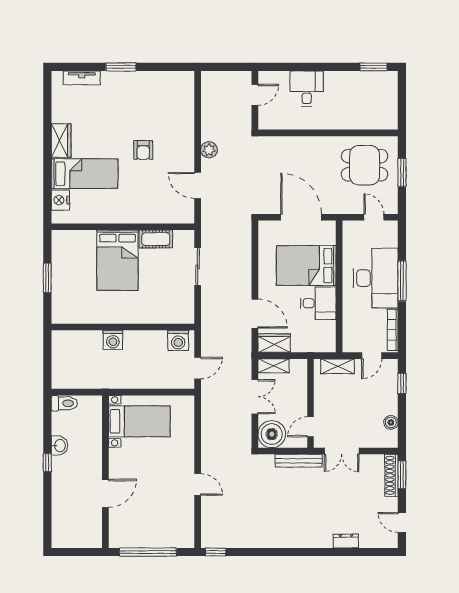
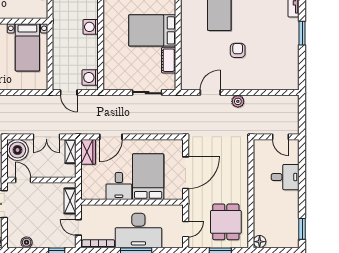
floor lamp: (390, 122) -> (260, 242), added
armchair: (143, 150) -> (238, 50), turned 90

